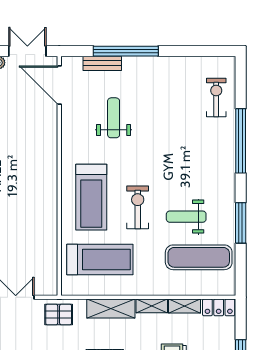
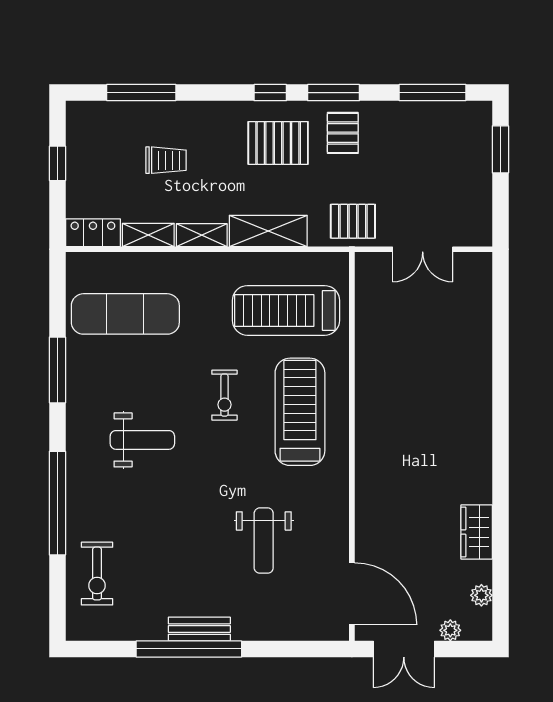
window: (126, 51) -> (189, 649), moved
bench: (102, 63) -> (199, 629), moved
exercise bike: (138, 207) -> (224, 395), width x0.73, depth x0.72
weight bench: (186, 217) -> (142, 440), moved

